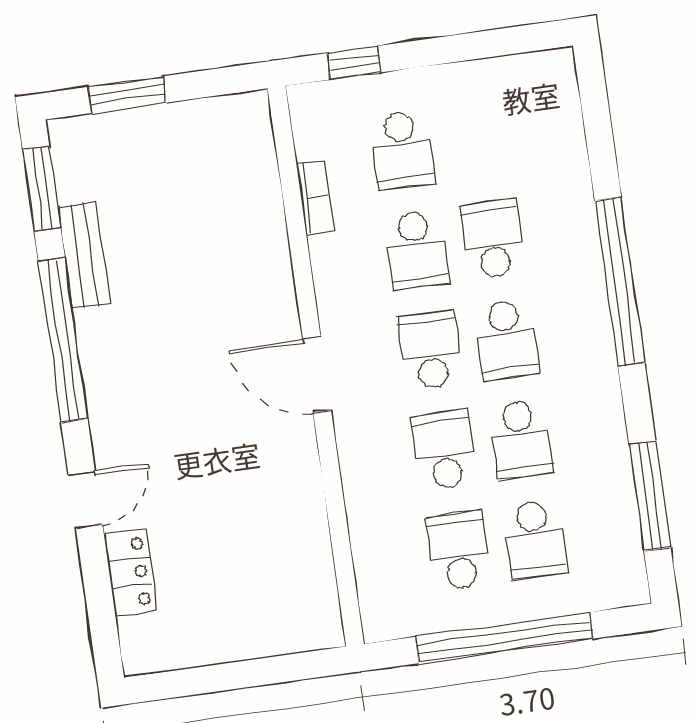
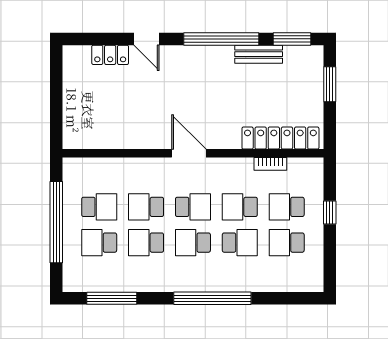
window: (354, 63) -> (330, 213), moved
school desk: (478, 139) -> (287, 243), added
locker: (257, 184) -> (280, 138), added
door: (317, 375) -> (189, 153), hinge flipped
school desk: (444, 450) -> (146, 207), turned 180

